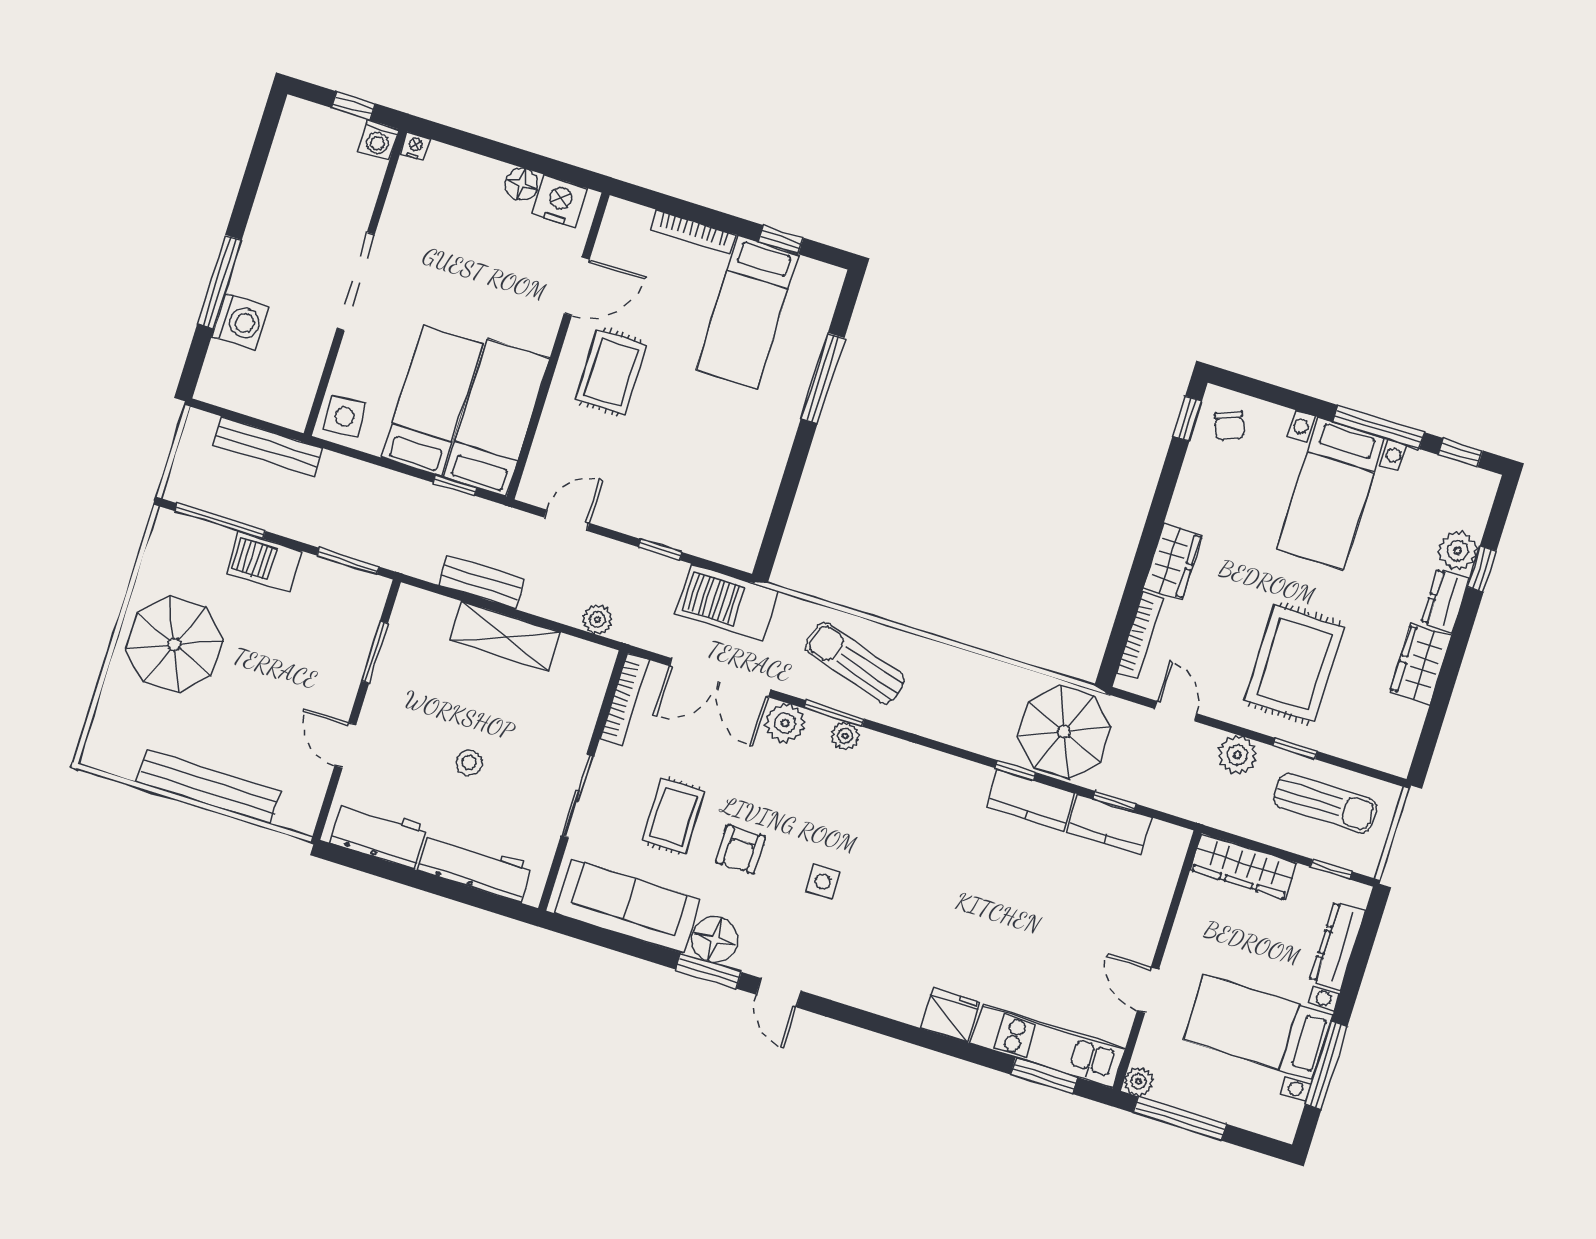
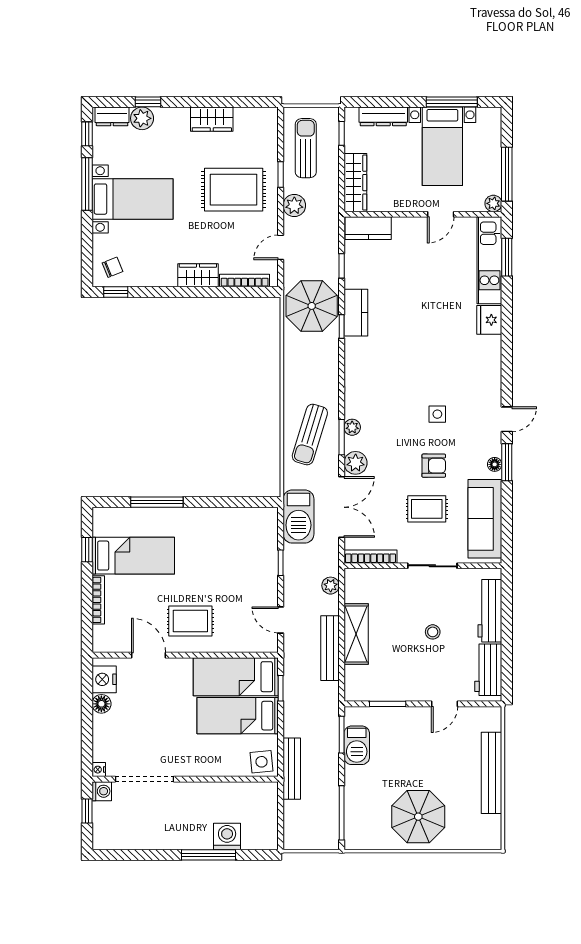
doorway: (356, 281) -> (145, 779), moved
bench: (268, 446) -> (292, 769), moved
barbecue: (264, 562) -> (357, 745), moved
bench: (481, 582) -> (330, 648), width x1.36
dresser: (1445, 601) -> (112, 116), moved
kitchen counter: (1109, 825) -> (368, 228), moved, turned 90
floor lamp: (714, 939) -> (495, 464), width x0.53, depth x0.53

